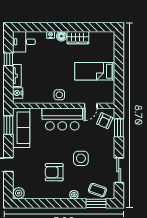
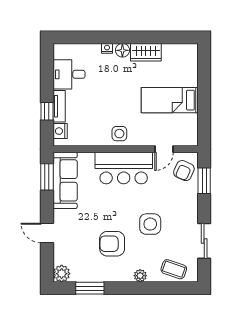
desk: (24, 42) -> (69, 74), moved
window: (8, 59) -> (47, 111), moved
window: (96, 203) -> (90, 288), moved

